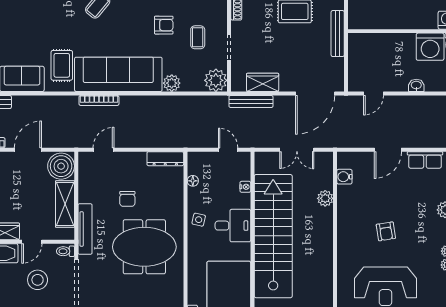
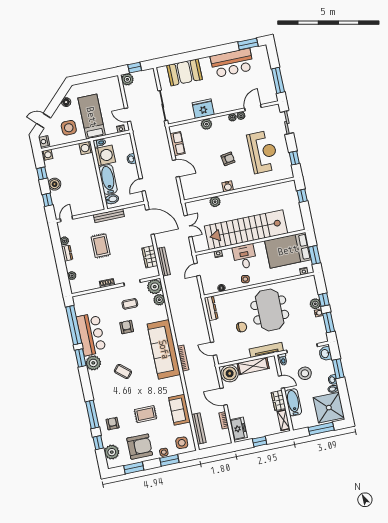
bidet: (362, 43) -> (112, 199), added
bathtub: (393, 44) -> (108, 179), added
rug: (62, 65) -> (145, 414), moved
plant: (172, 83) -> (159, 300), moved
door: (374, 94) -> (142, 185), swing flipped
water cooler: (344, 177) -> (228, 186), moved

